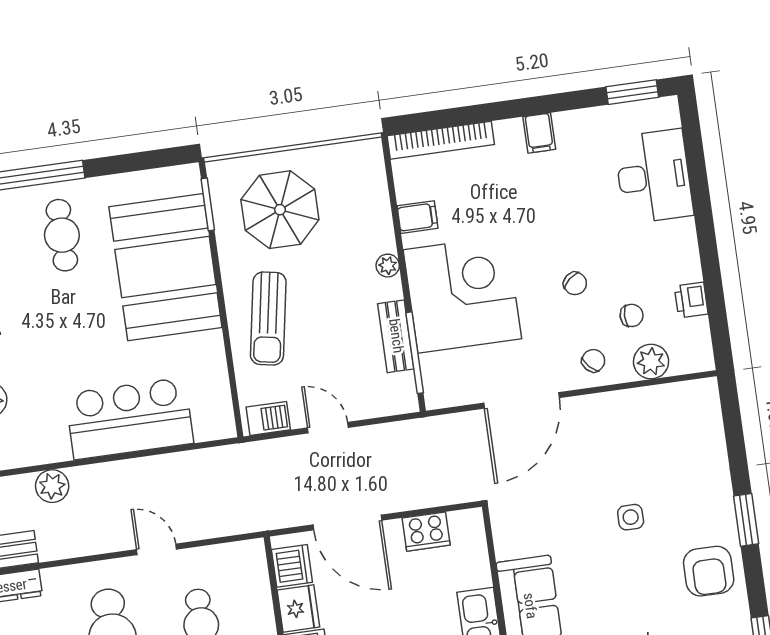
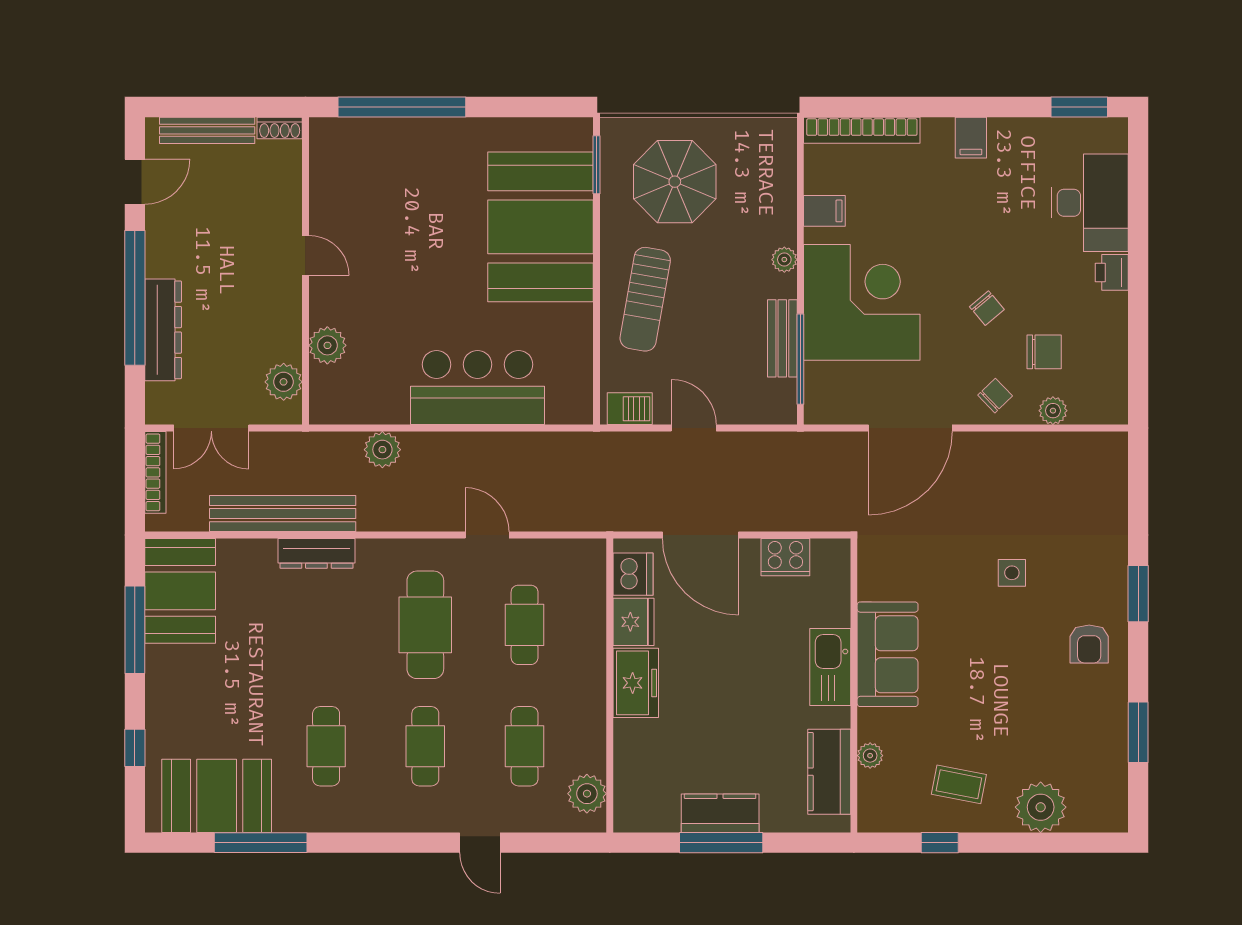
cafe table: (62, 235) -> (432, 176), removed
printer: (691, 300) -> (1112, 272), moved
chair: (632, 315) -> (1044, 352), width x1.37, depth x1.37
plant: (651, 362) -> (1053, 411), width x0.73, depth x0.73
armchair: (709, 571) -> (1089, 644), width x0.72, depth x0.72

